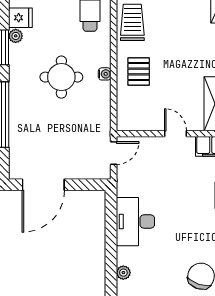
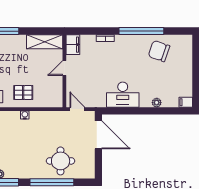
round table: (61, 77) -> (61, 161), moved
door: (43, 185) -> (98, 135), moved

